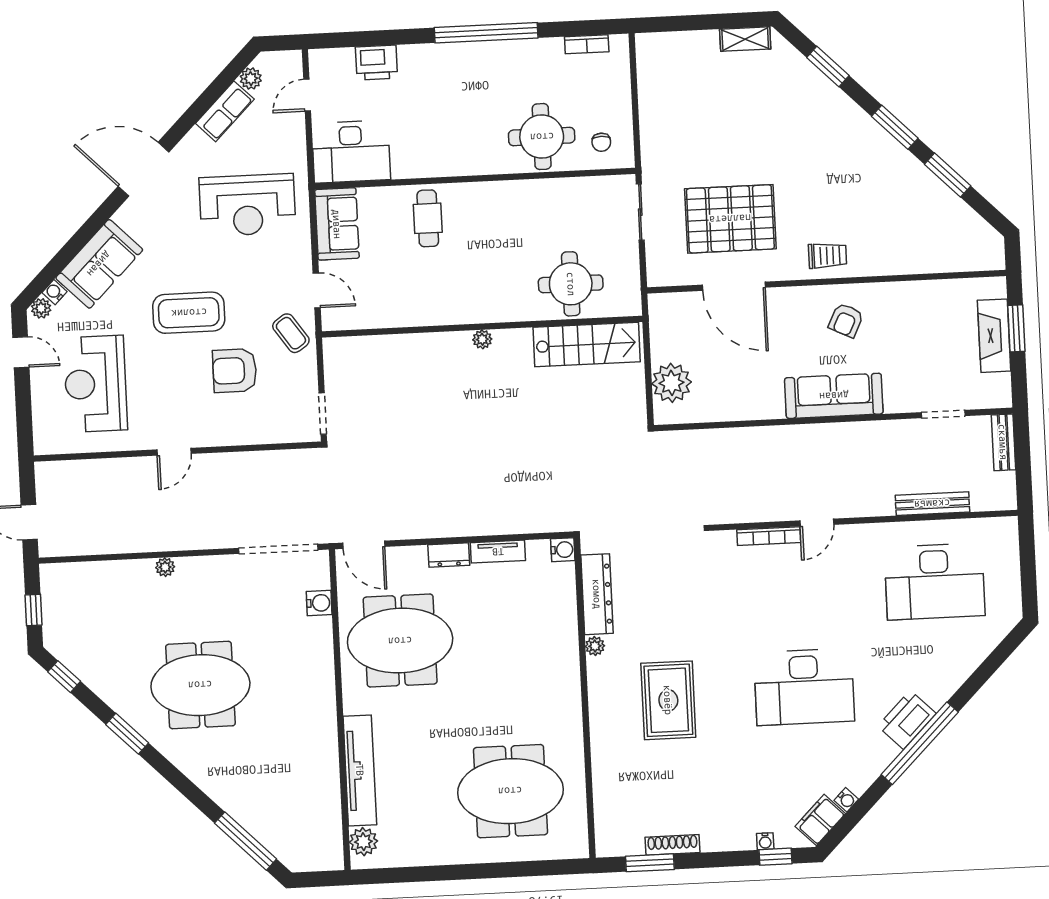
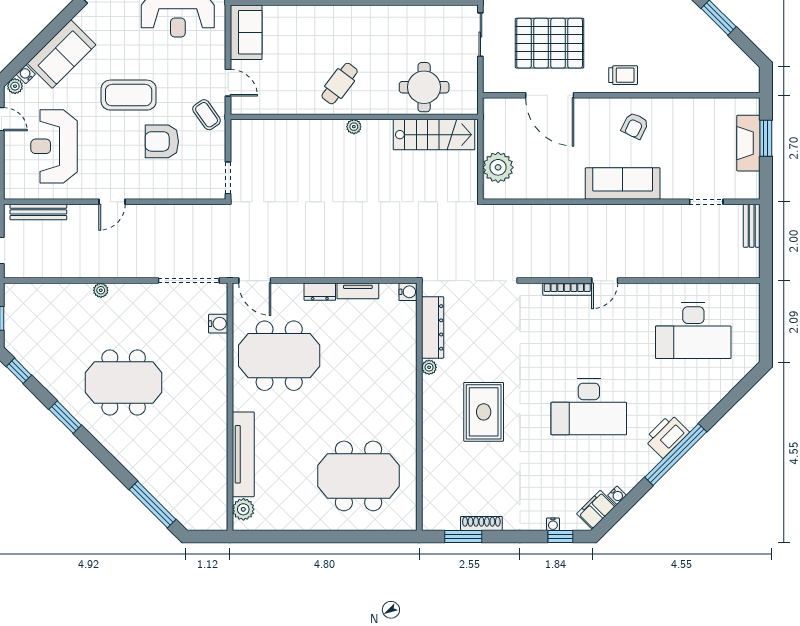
cafe table: (428, 218) -> (340, 84), moved, turned 37
bench: (932, 504) -> (38, 212), moved

